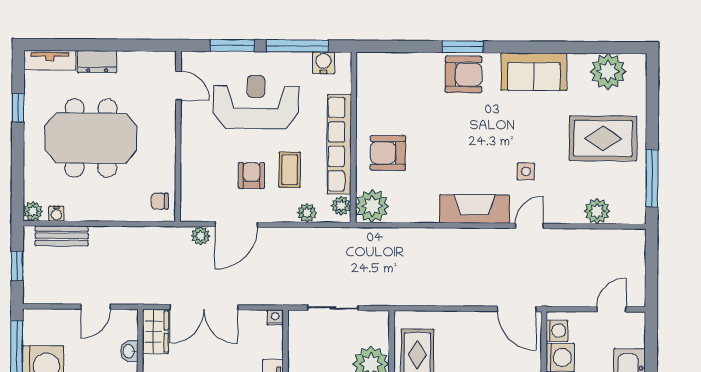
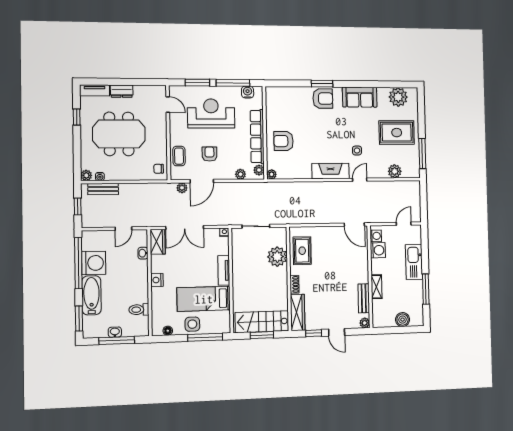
coffee table: (290, 170) -> (179, 156), moved
plant: (372, 206) -> (272, 174), width x0.53, depth x0.53

